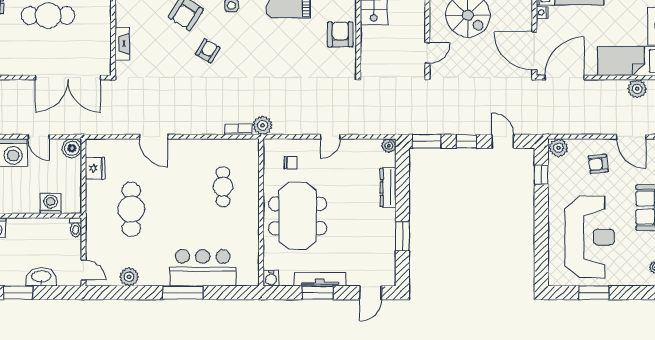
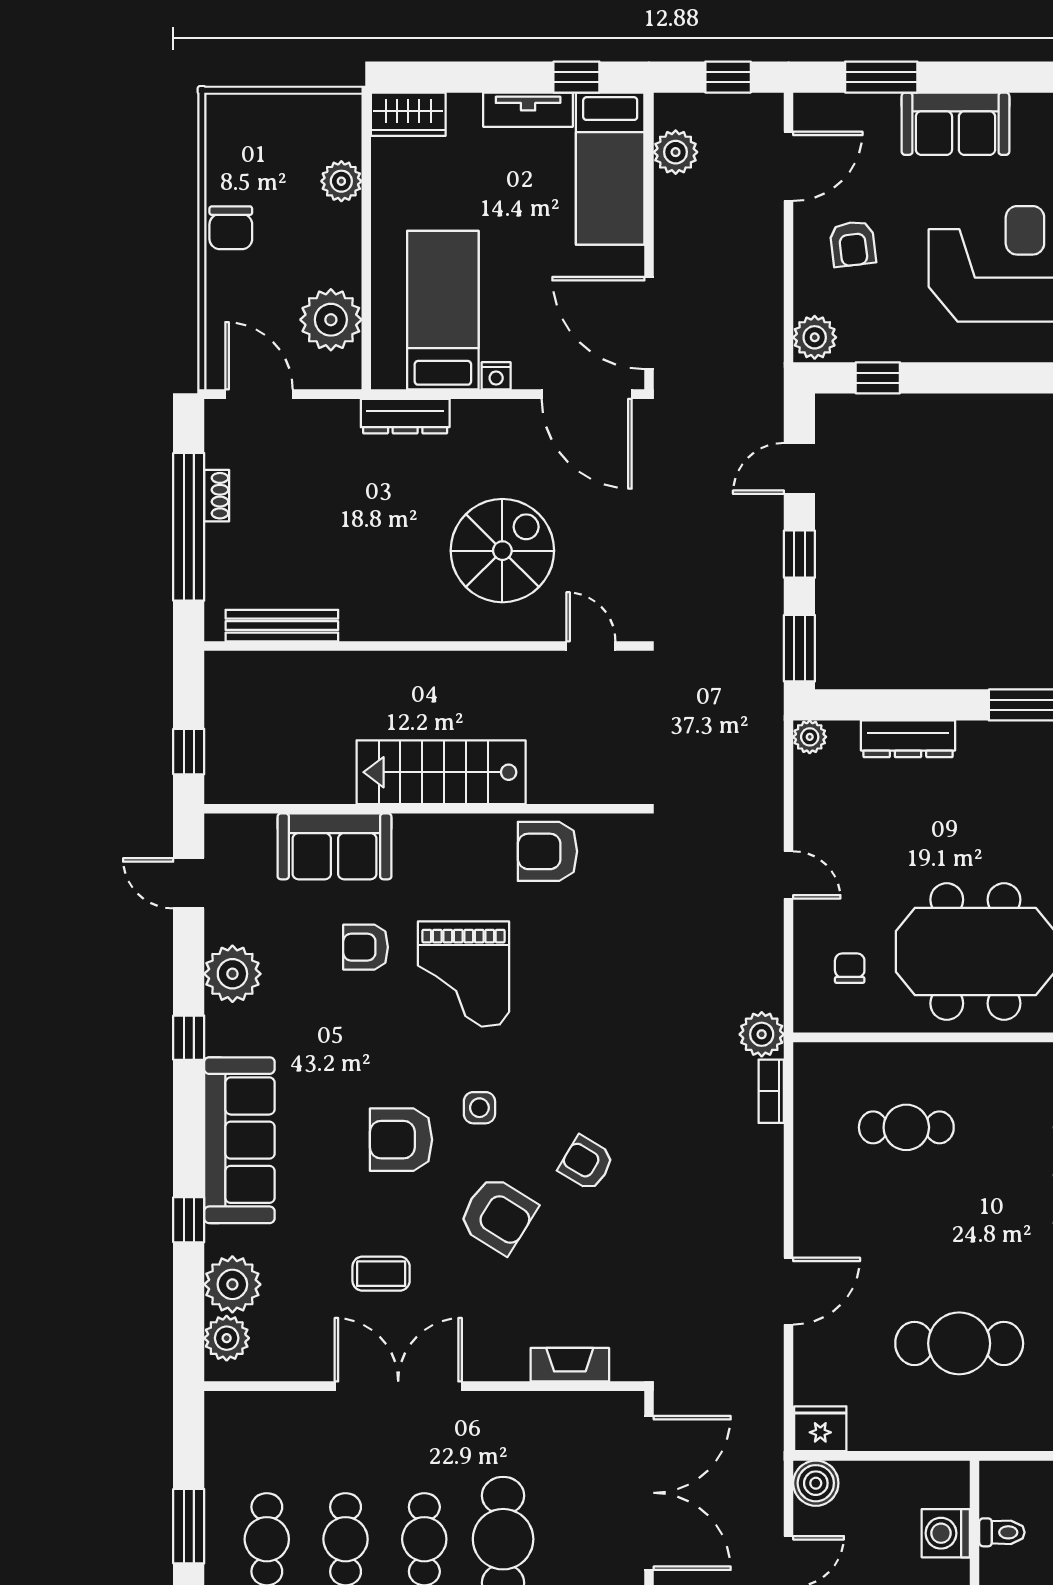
door: (534, 51) -> (587, 394), hinge flipped
fridge: (95, 168) -> (820, 1429), moved
toilet: (76, 227) -> (1002, 1532), moved

